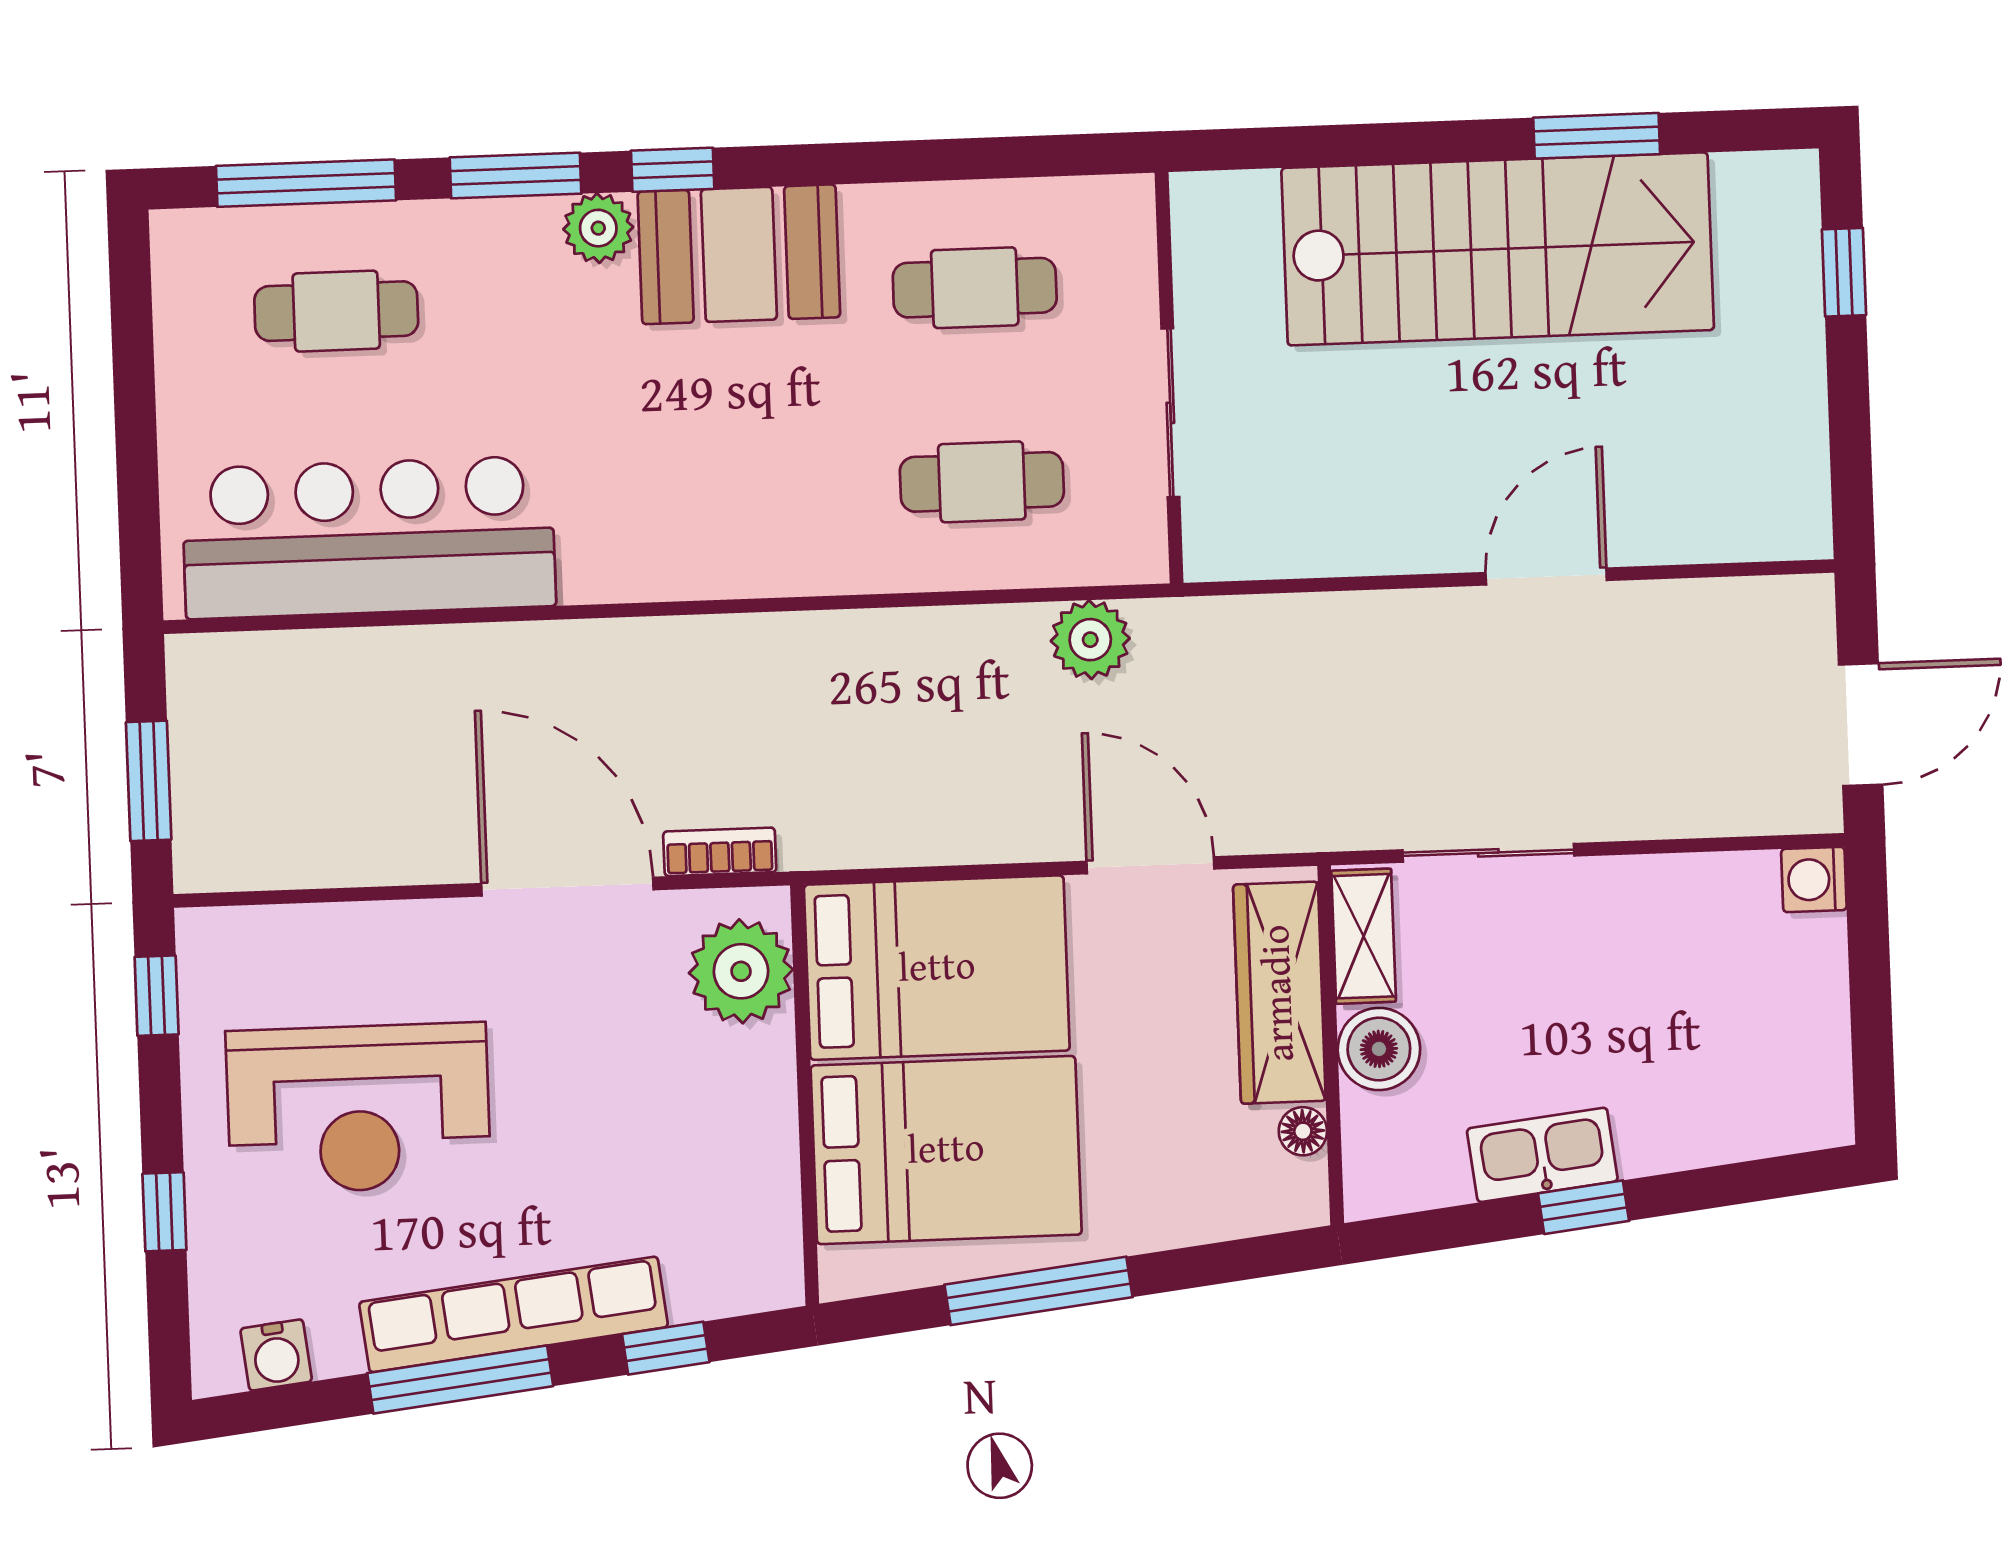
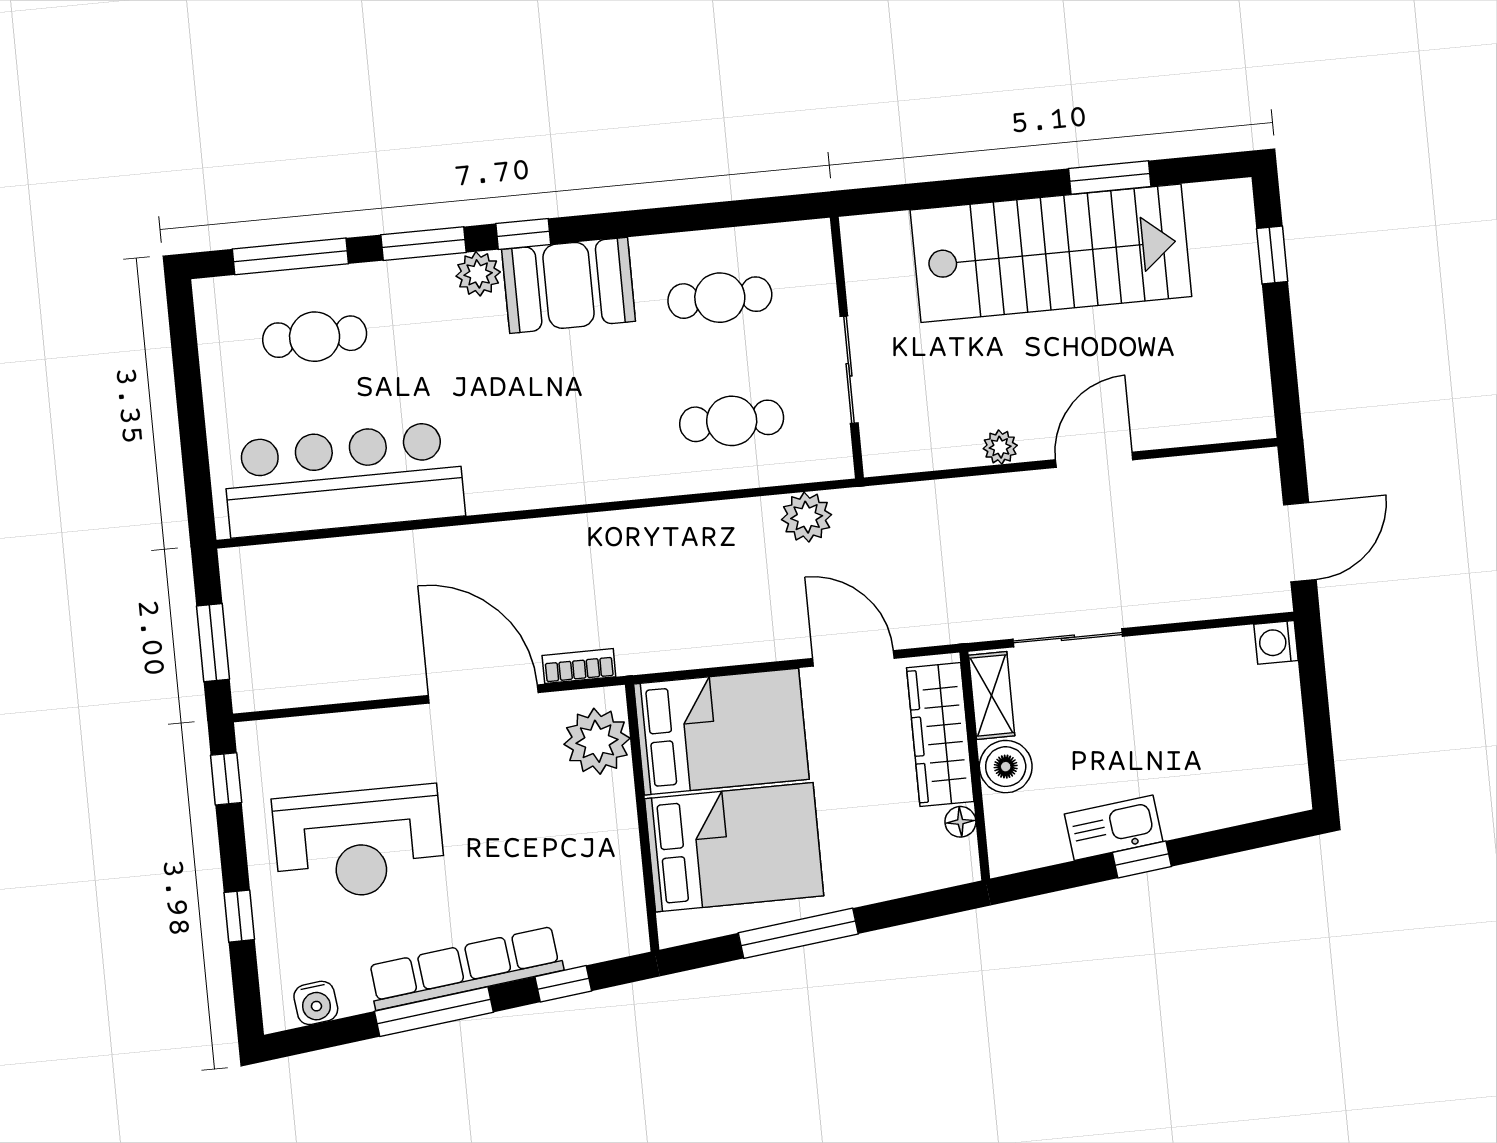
plant: (1400, 548) -> (1000, 447), added

